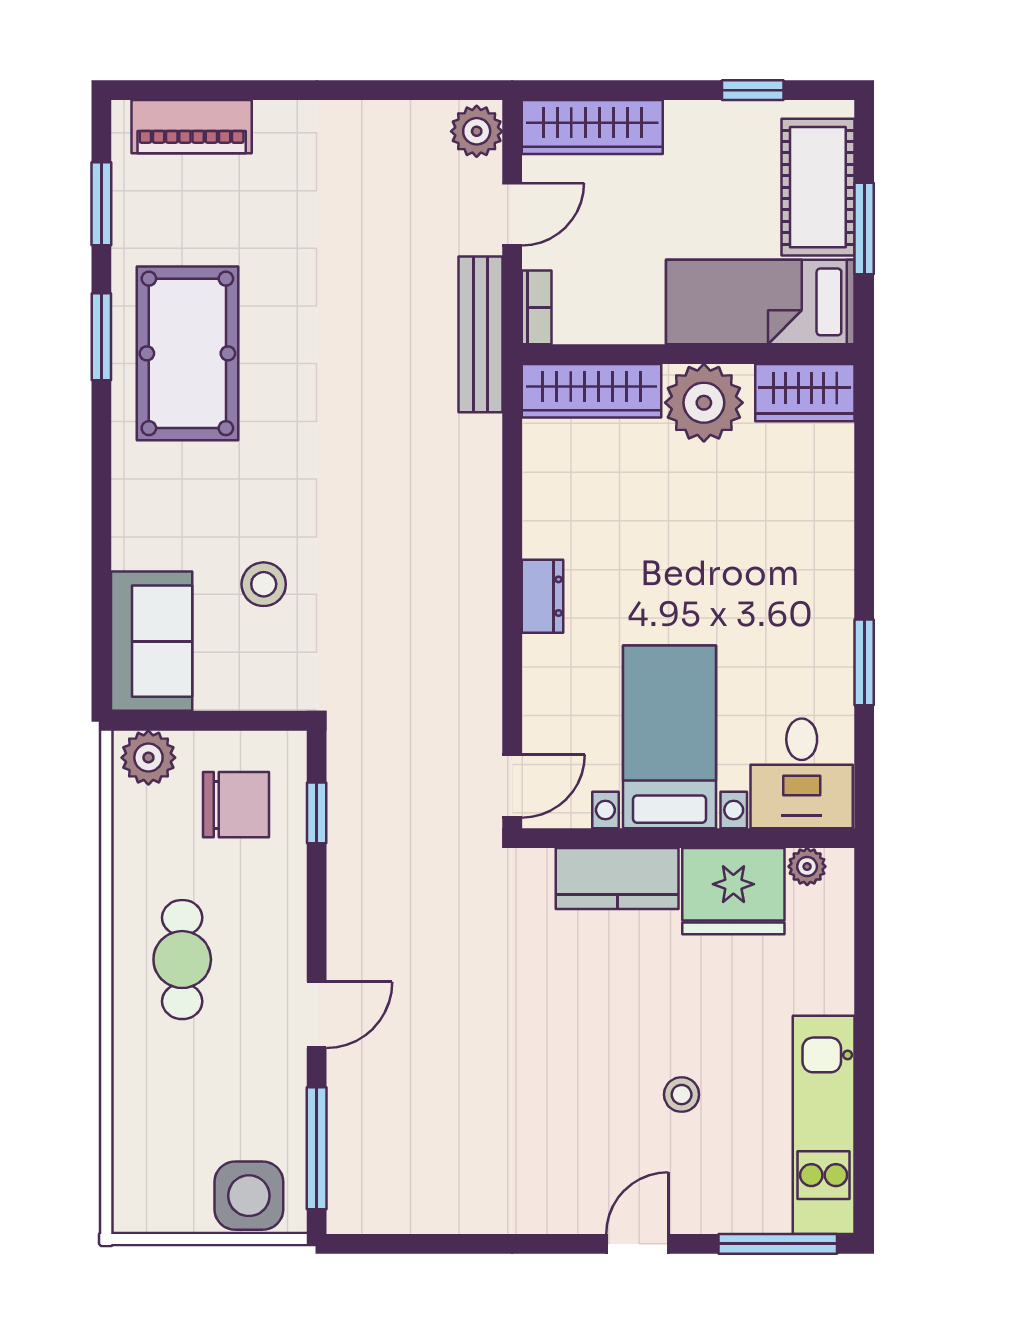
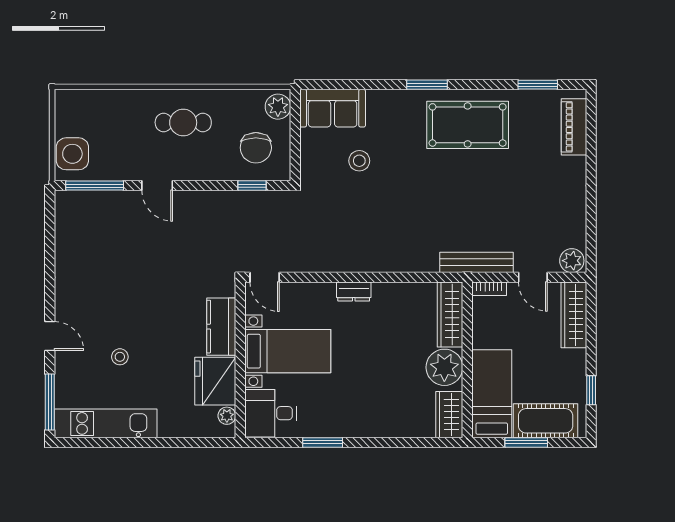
window: (101, 337) -> (427, 85), moved

